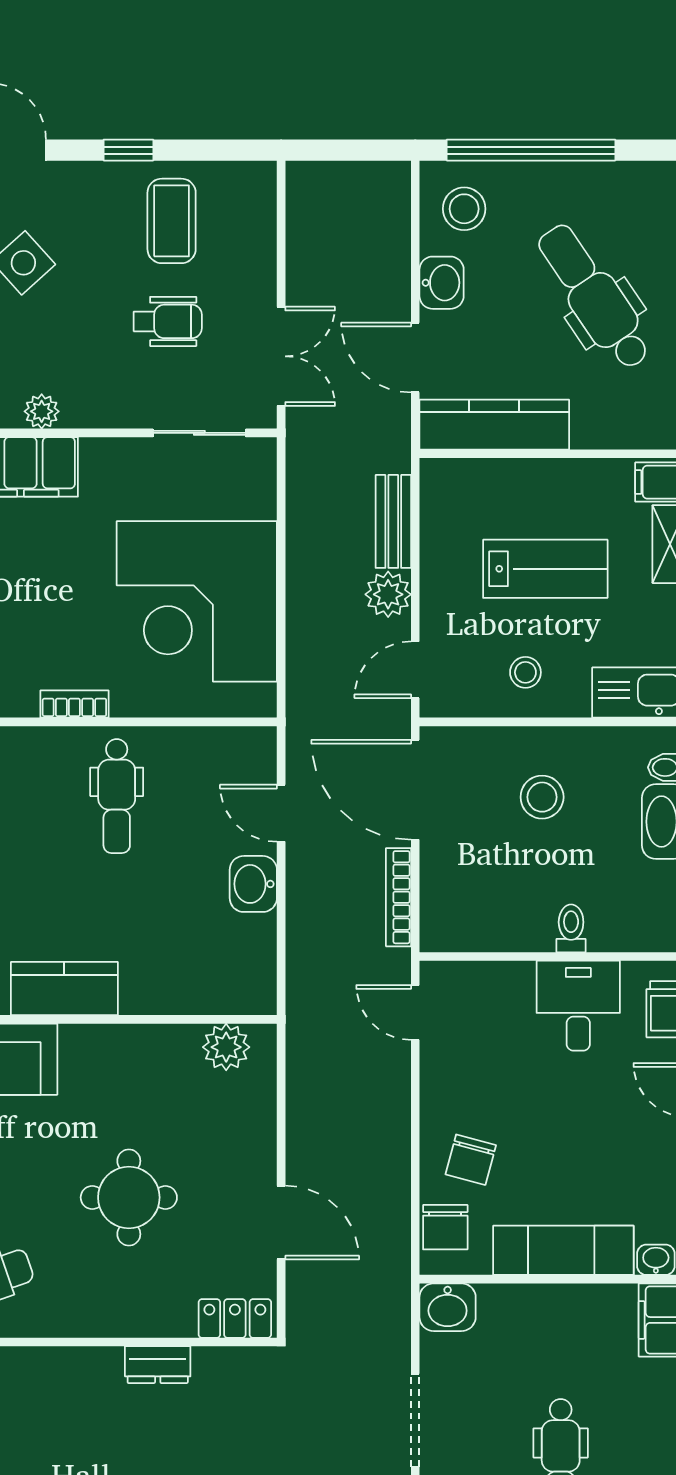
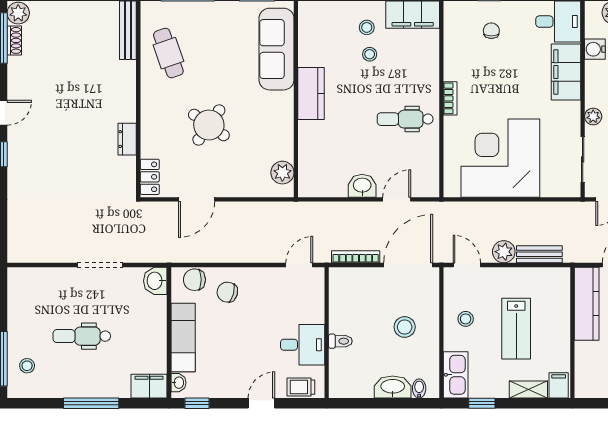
plant: (42, 411) -> (593, 116), moved
round table: (129, 1197) -> (209, 125), turned 35

